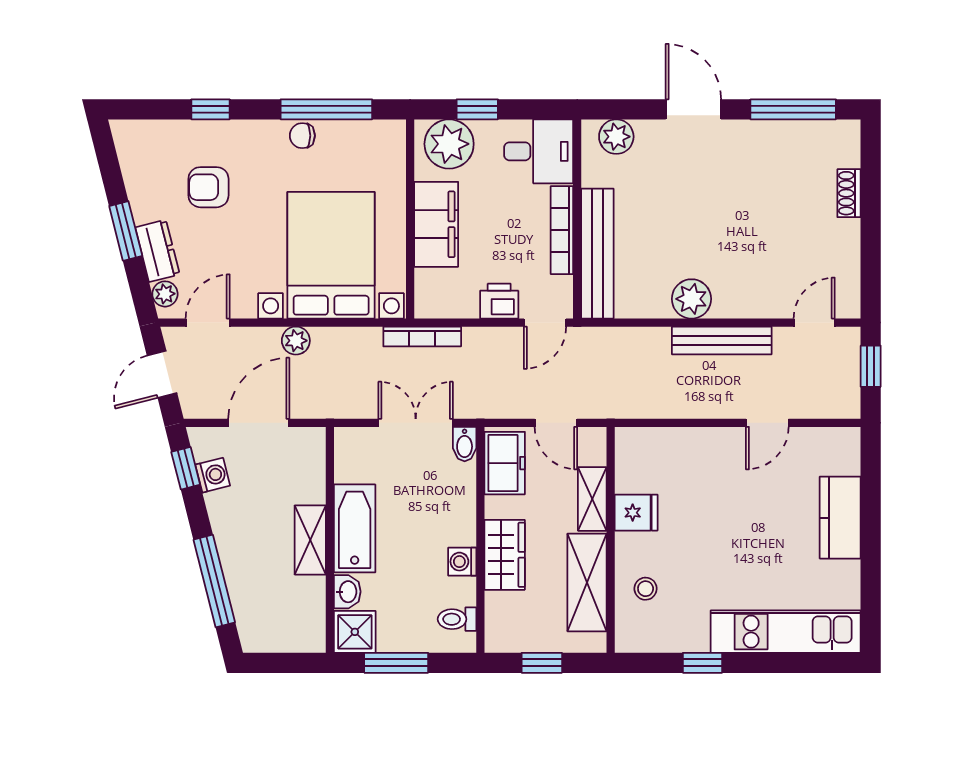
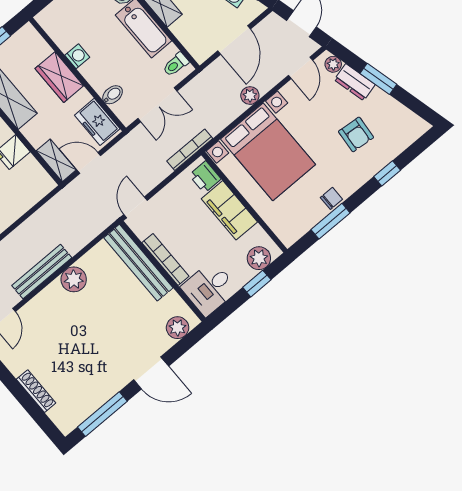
window: (326, 109) -> (331, 221), width x0.69
plant: (449, 144) -> (259, 258), width x0.73, depth x0.73
armchair: (208, 187) -> (356, 134), turned 95
shoe rack: (849, 193) -> (36, 391), width x1.43
printer: (499, 301) -> (205, 177), moved, turned 90
bidet: (465, 444) -> (113, 95), moved, turned 90
shelving: (592, 499) -> (56, 160), moved
toilet: (457, 619) -> (176, 64), moved, turned 180

